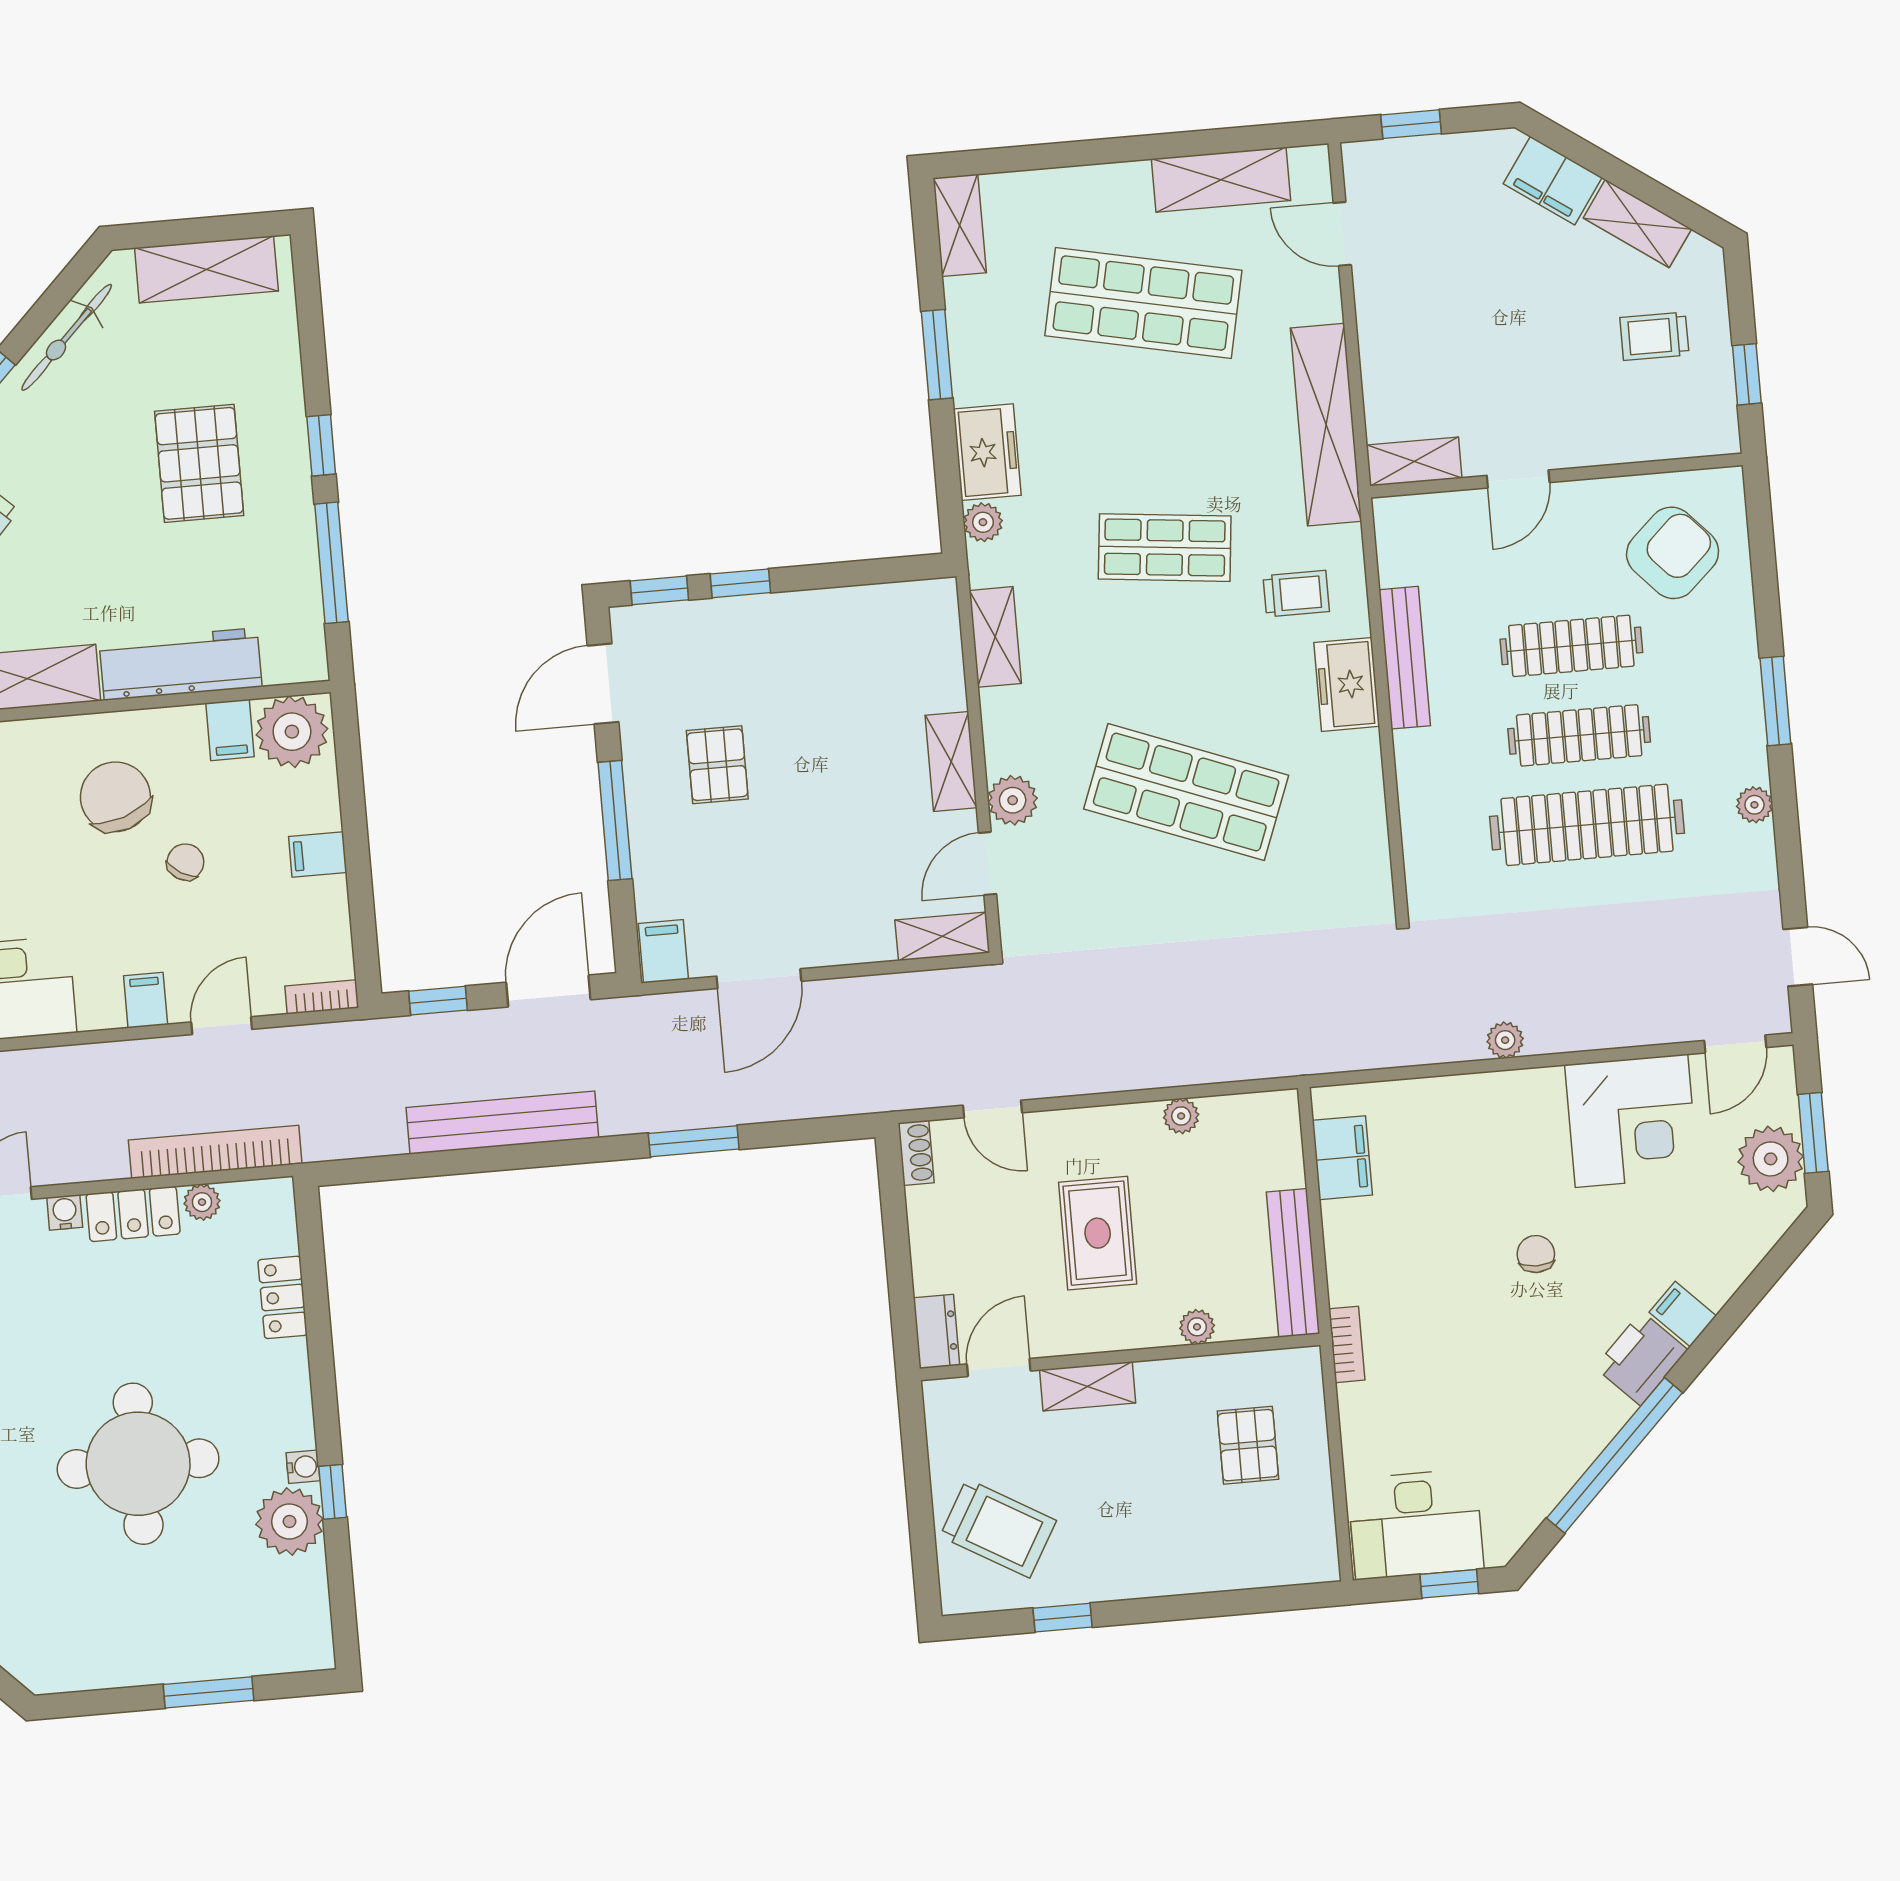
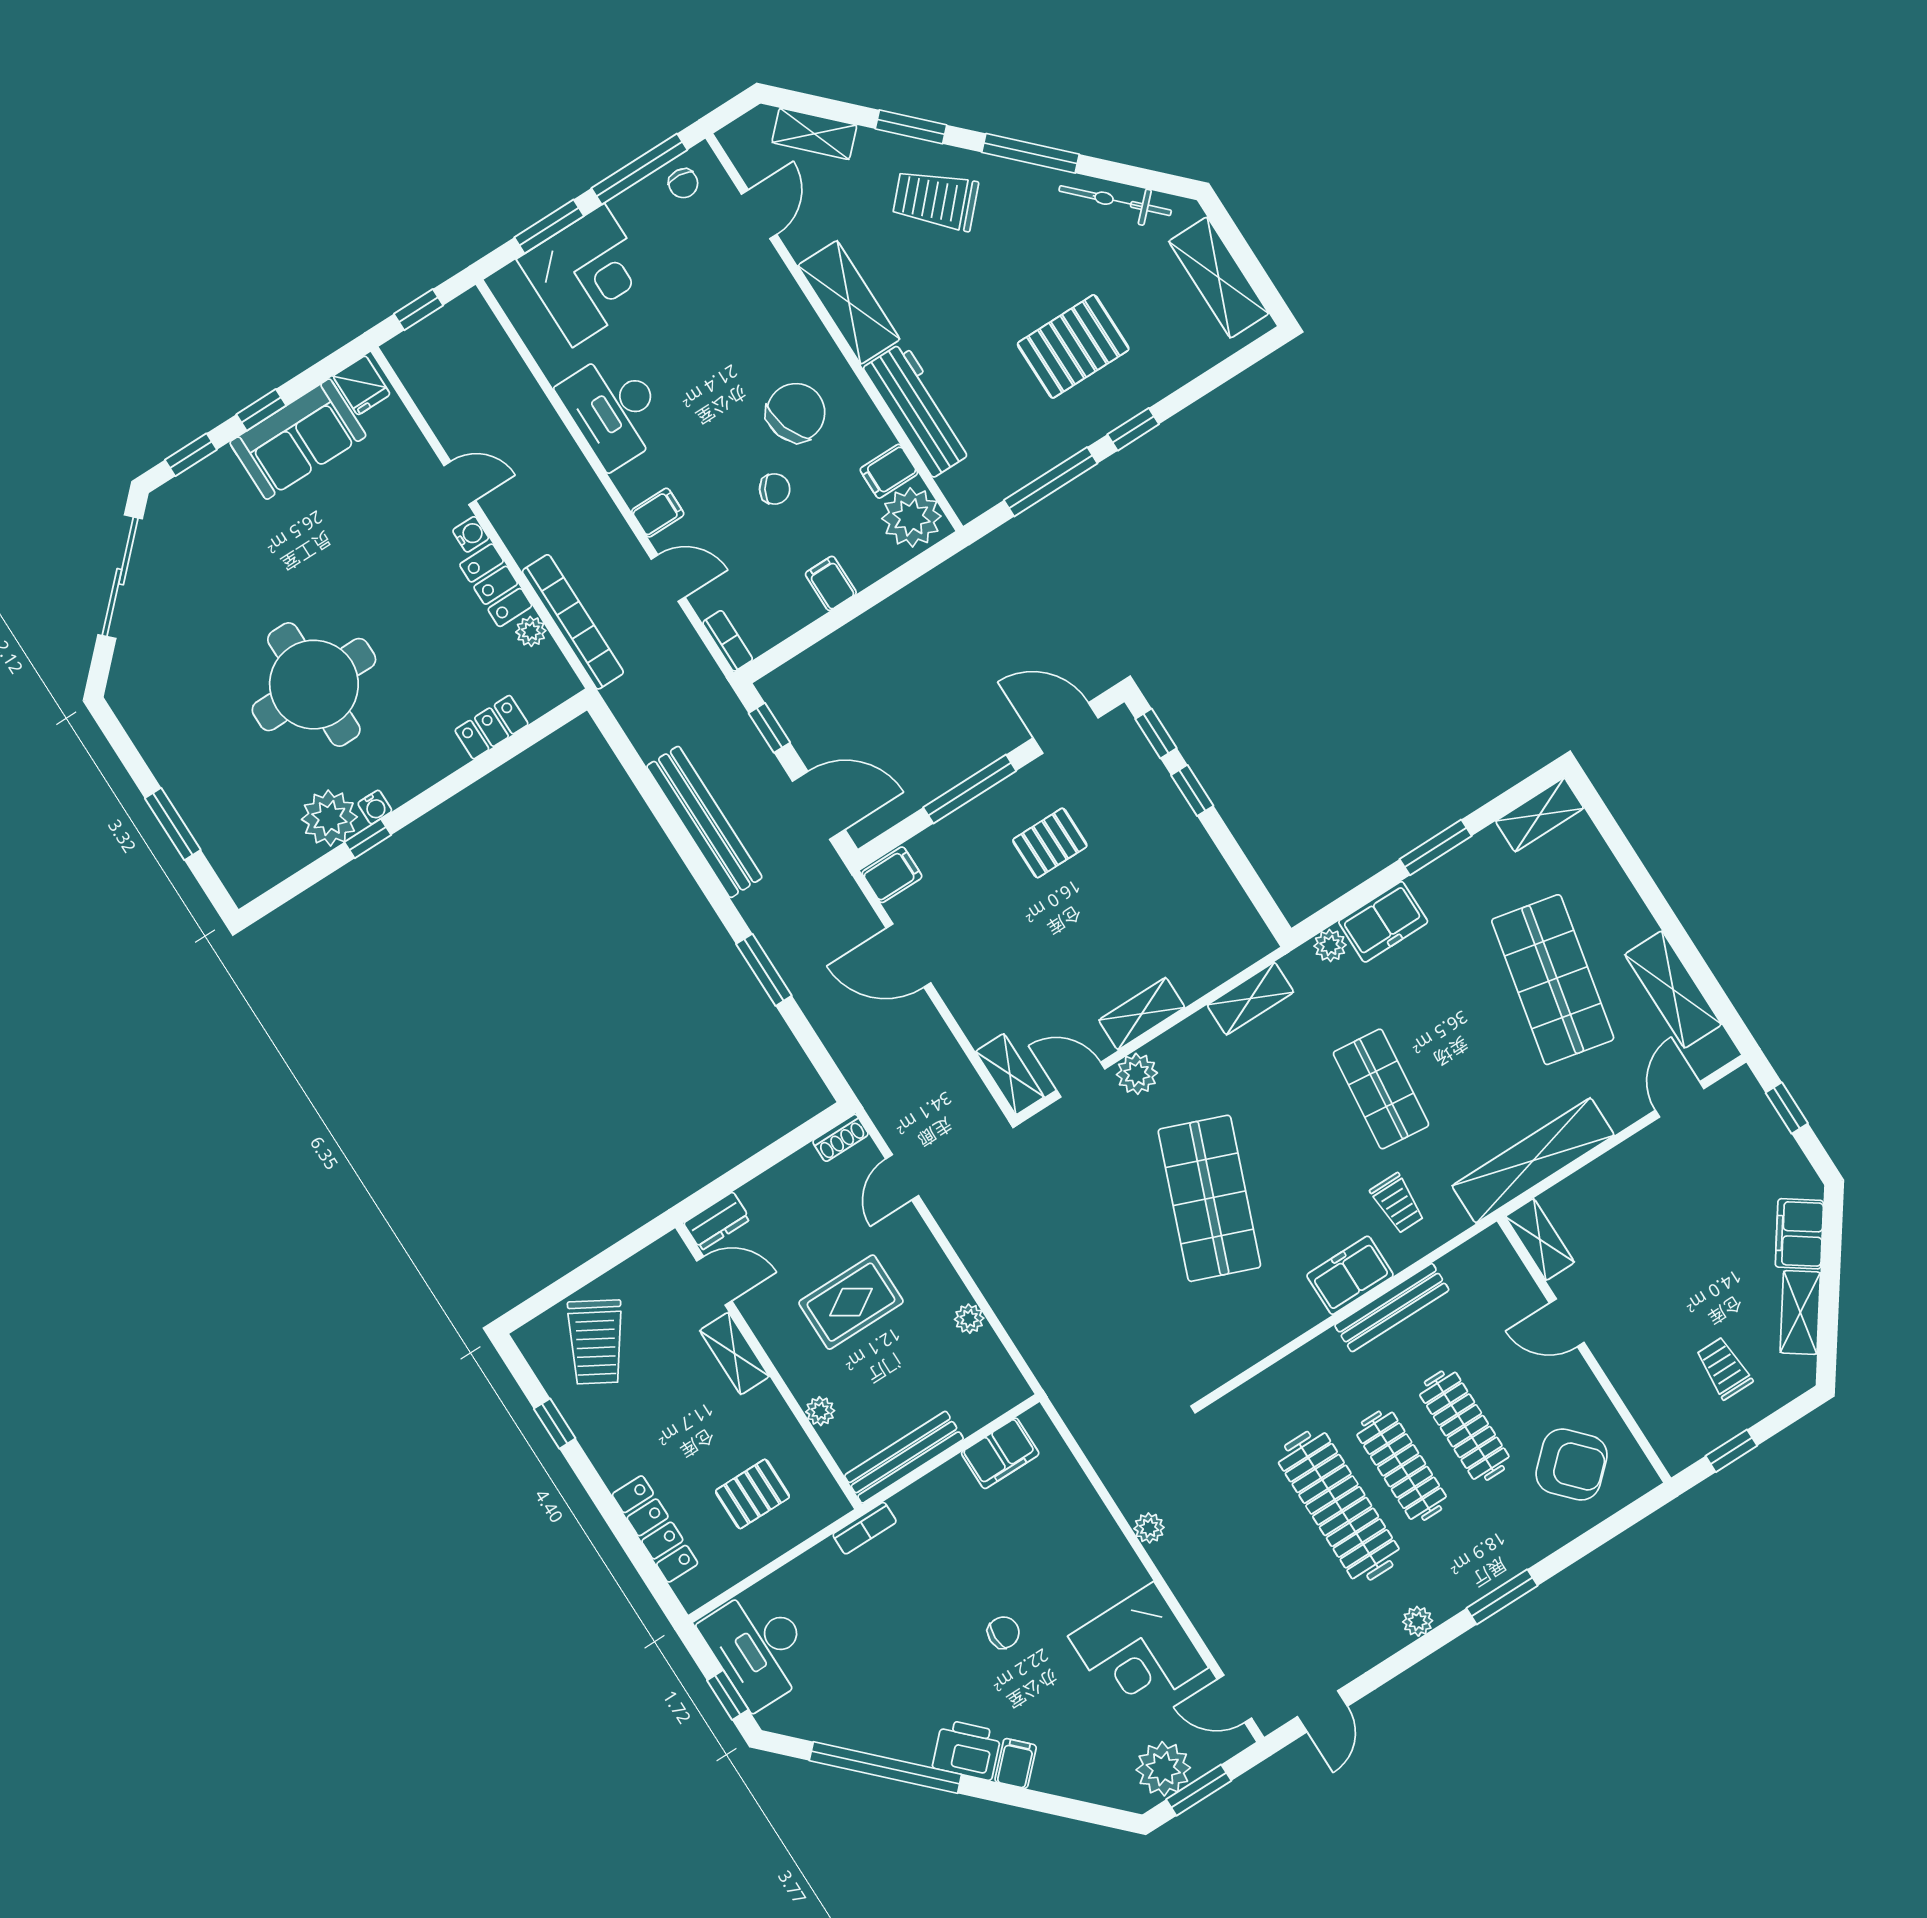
locker: (1231, 1569) -> (655, 1529), added

